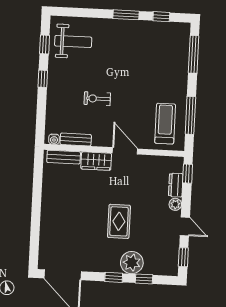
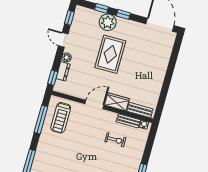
exercise bike: (97, 99) -> (115, 140), moved
door: (125, 151) -> (94, 105), swing flipped
rug: (119, 221) -> (110, 54), width x1.36, depth x1.43

